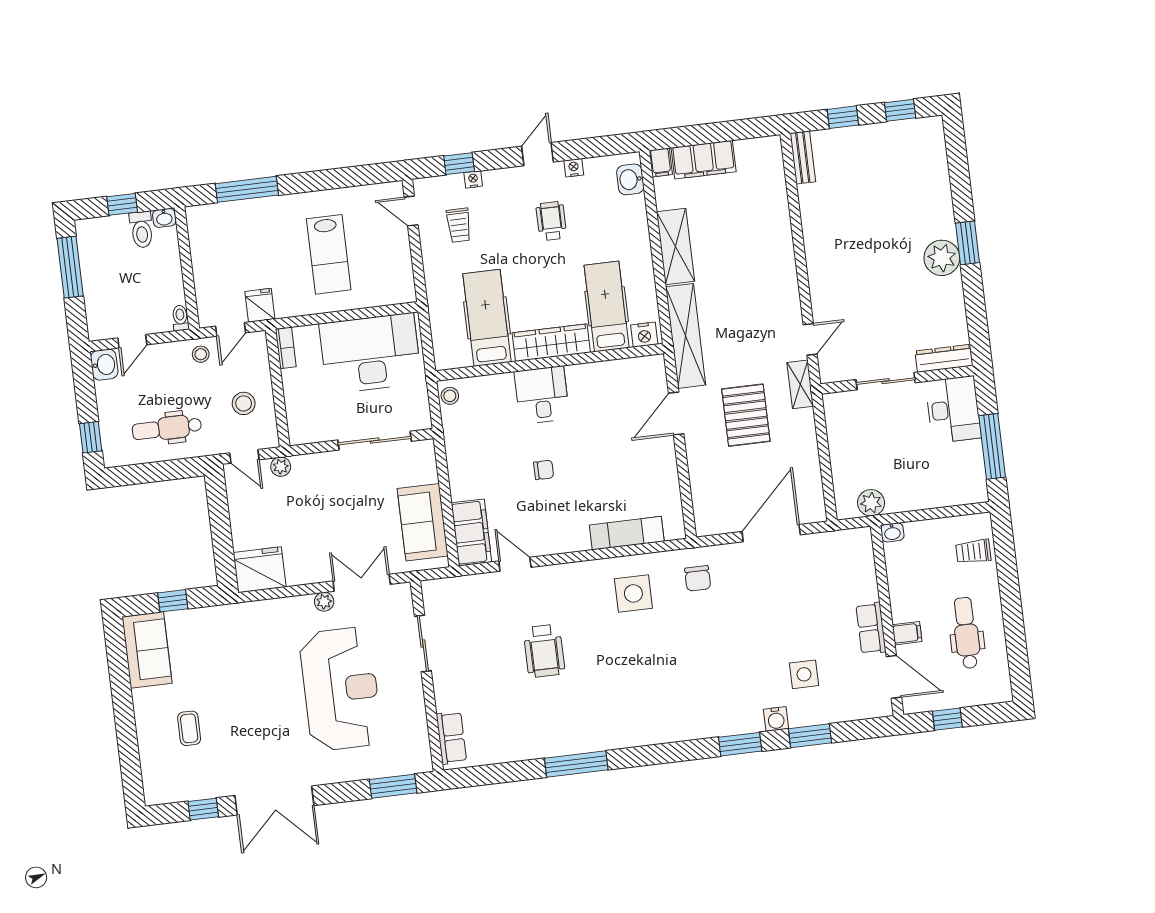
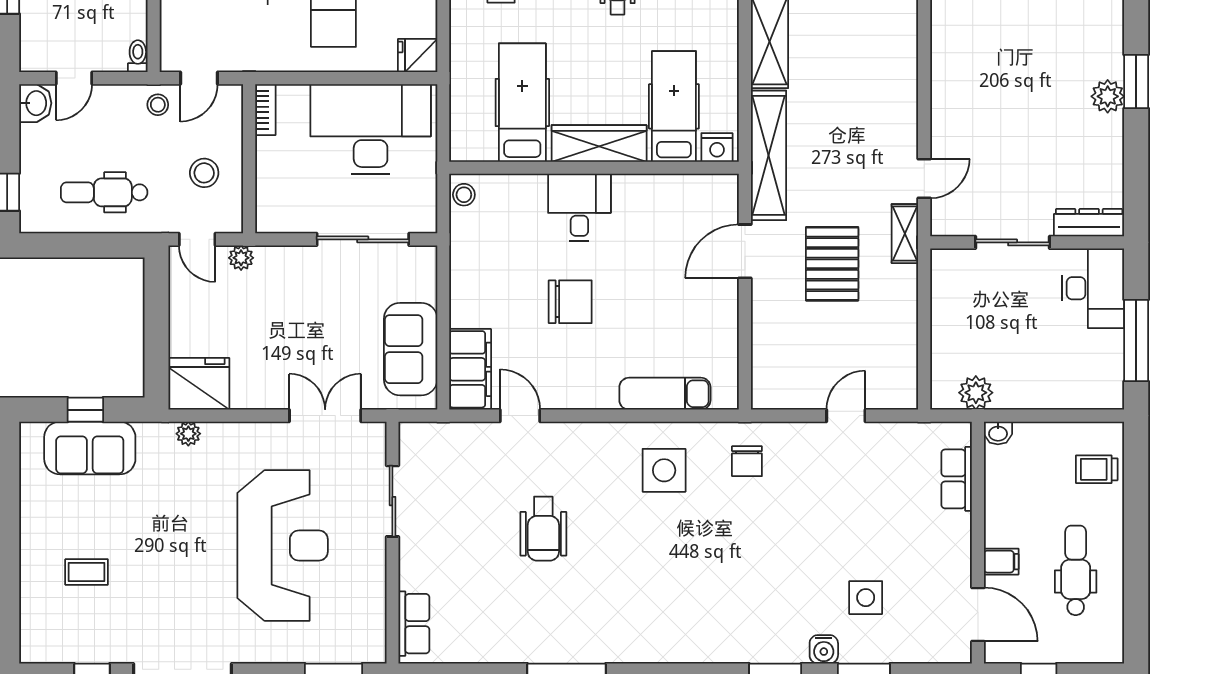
plant: (942, 258) -> (1108, 96), width x0.73, depth x0.73
fridge: (260, 305) -> (418, 56), moved, turned -90
chair: (544, 470) -> (570, 302), width x1.87, depth x1.87
door: (771, 533) -> (846, 416), width x0.53
plant: (324, 602) -> (188, 434), moved
row of seats: (871, 628) -> (957, 479), moved
sofa: (147, 650) -> (90, 448), moved, turned 90
coffee table: (189, 728) -> (87, 572), turned 90

